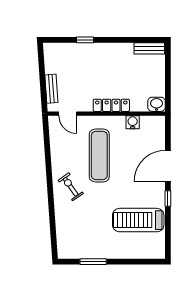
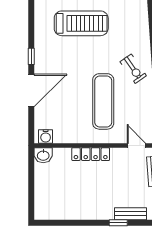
bench: (149, 48) -> (130, 214), moved
water cooler: (133, 122) -> (46, 136), moved
treadmill: (138, 220) -> (81, 23), moved

